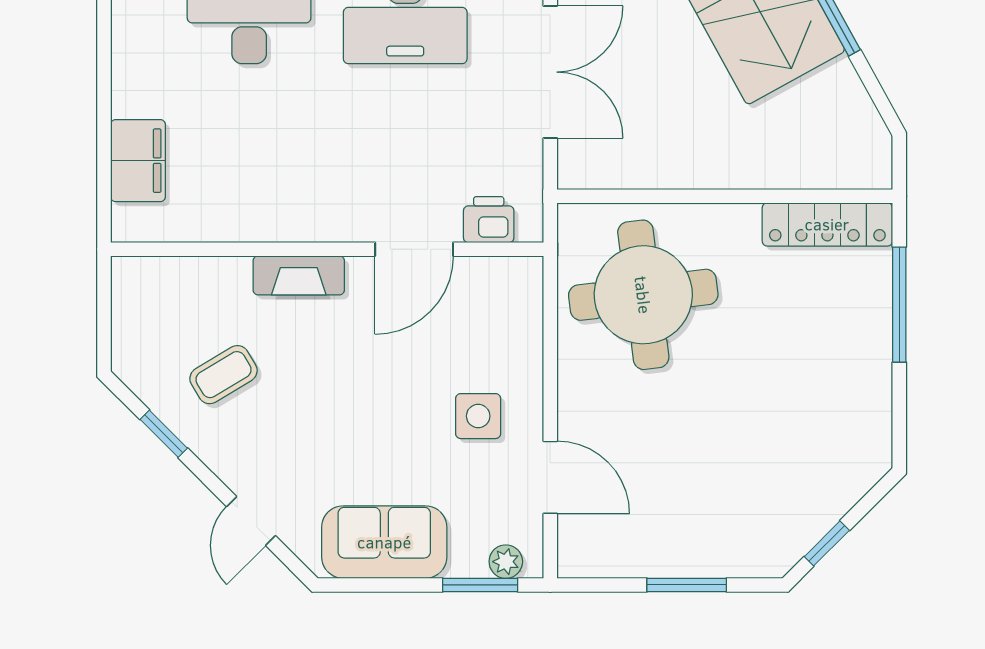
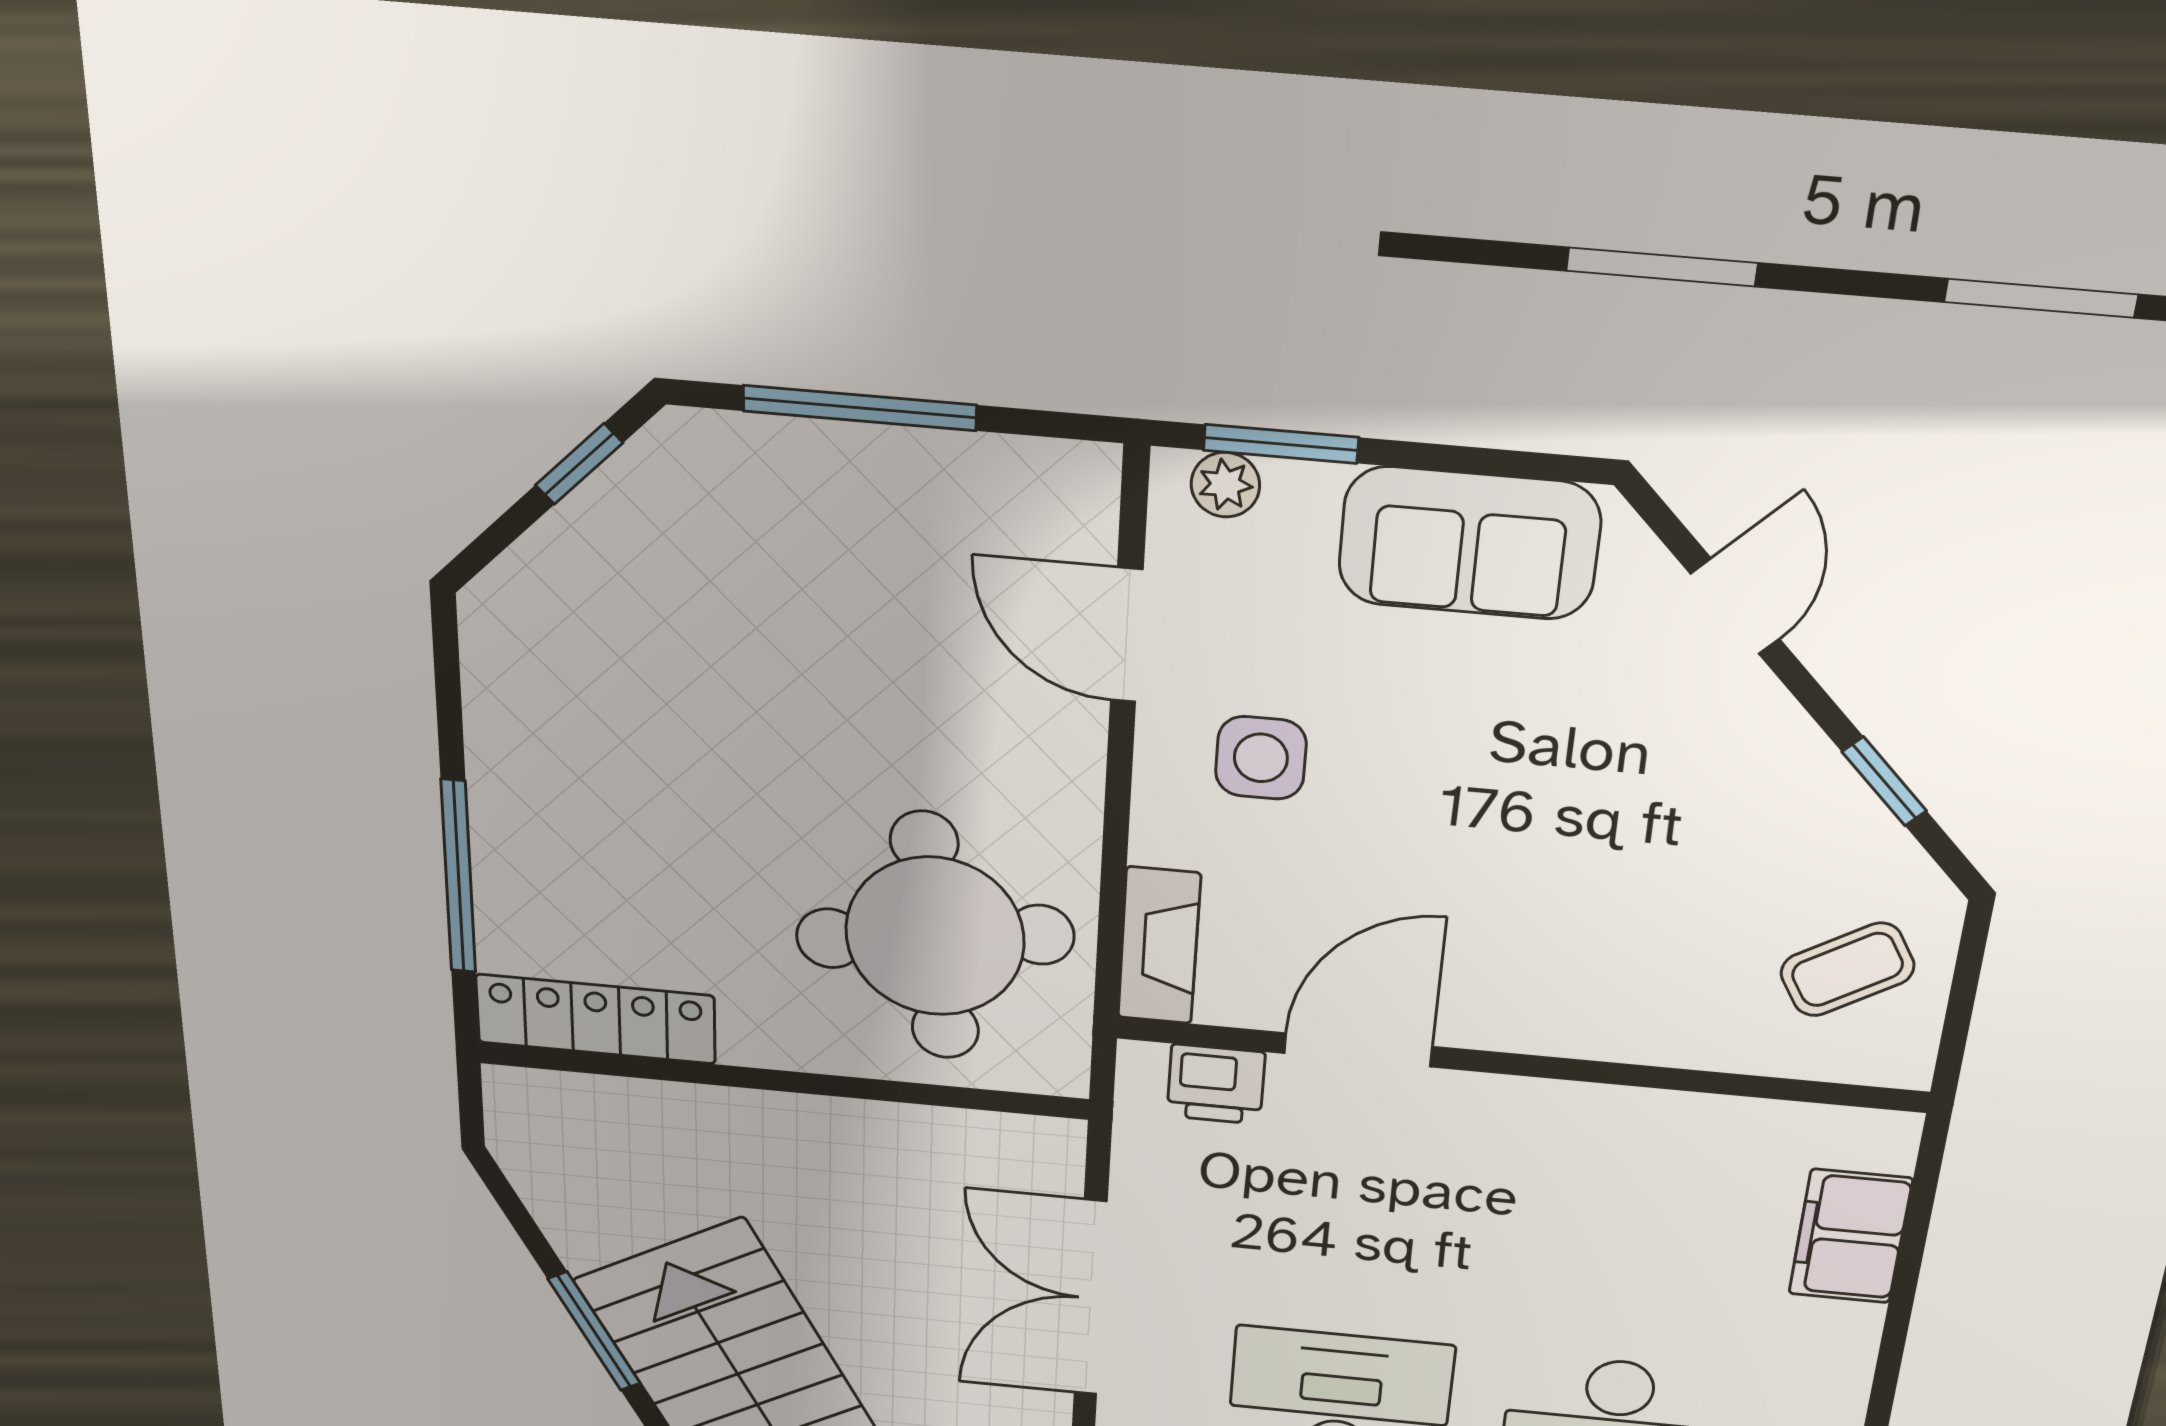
fireplace: (299, 275) -> (1159, 946), moved, turned 90
coffee table: (224, 375) -> (1847, 969), moved
window: (687, 585) -> (860, 408), width x1.44

